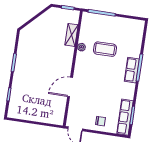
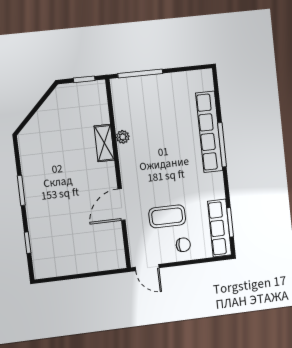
shelving: (72, 35) -> (104, 143), moved
coffee table: (105, 49) -> (167, 216), moved
row of seats: (132, 70) -> (209, 132), width x2.02

